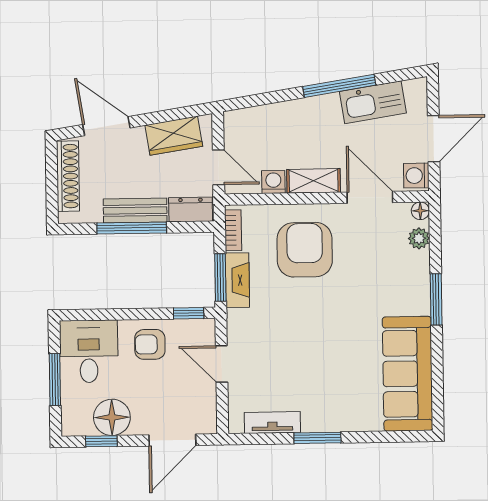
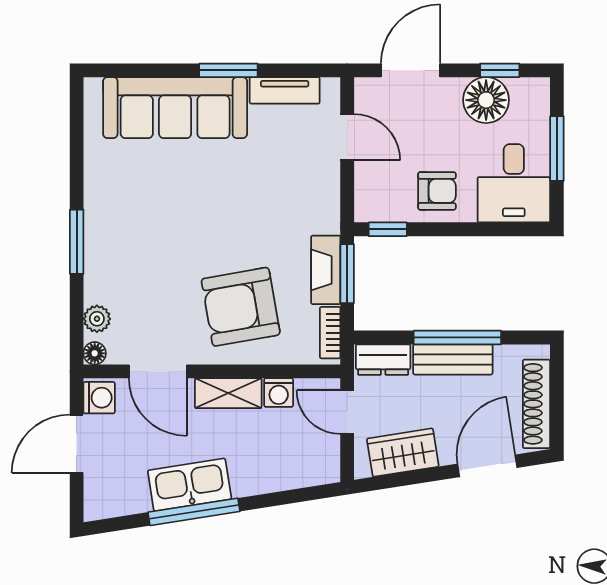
kitchen sink: (373, 102) -> (190, 485), moved
door: (106, 126) -> (487, 466), swing flipped
armchair: (305, 250) -> (241, 307), turned 80
door: (222, 364) -> (347, 137), moved
sofa: (407, 374) -> (175, 108), moved, turned 90

